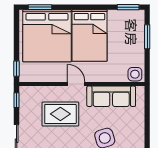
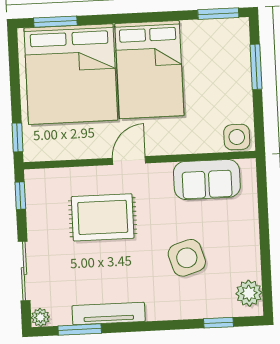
door: (76, 84) -> (129, 161), hinge flipped
sofa: (111, 96) -> (207, 179), width x0.73

